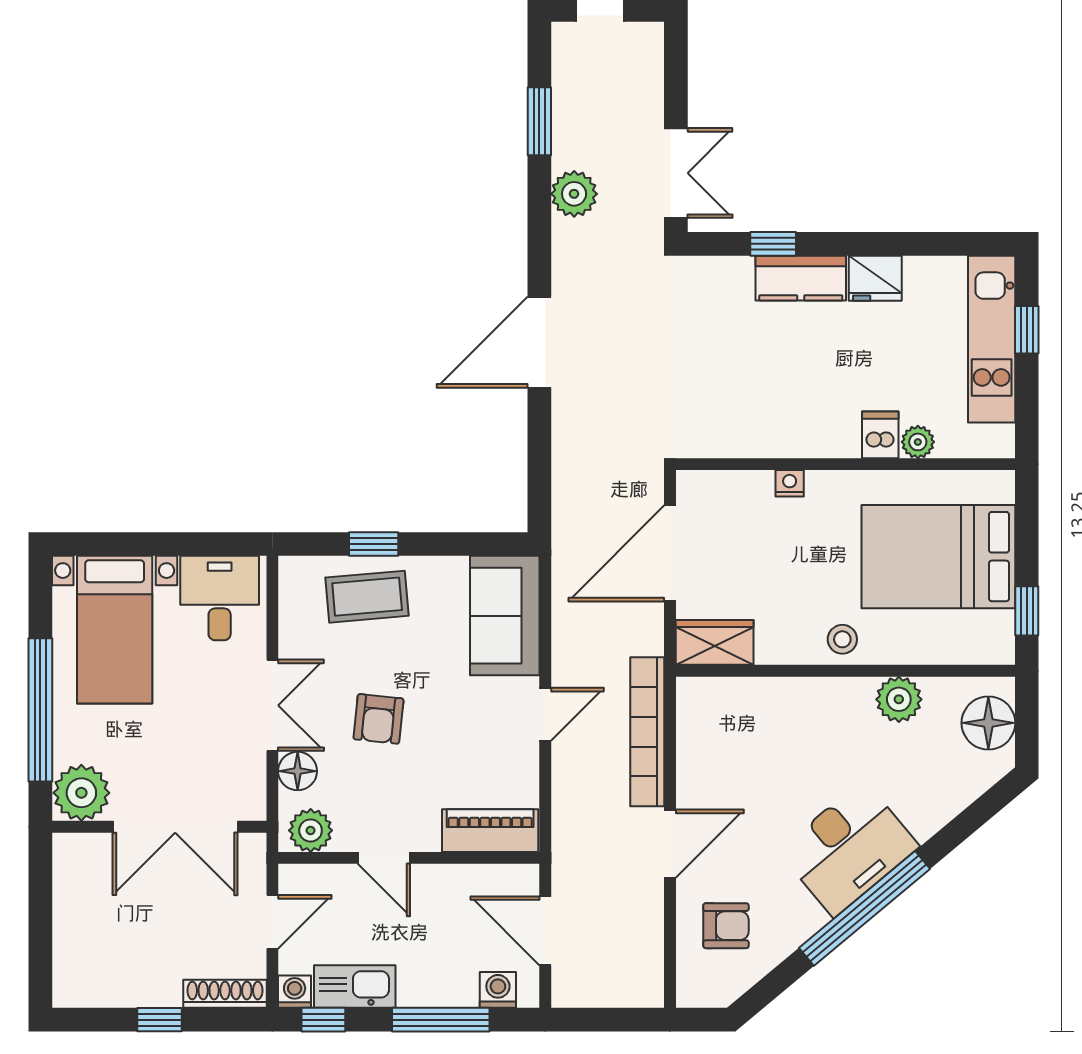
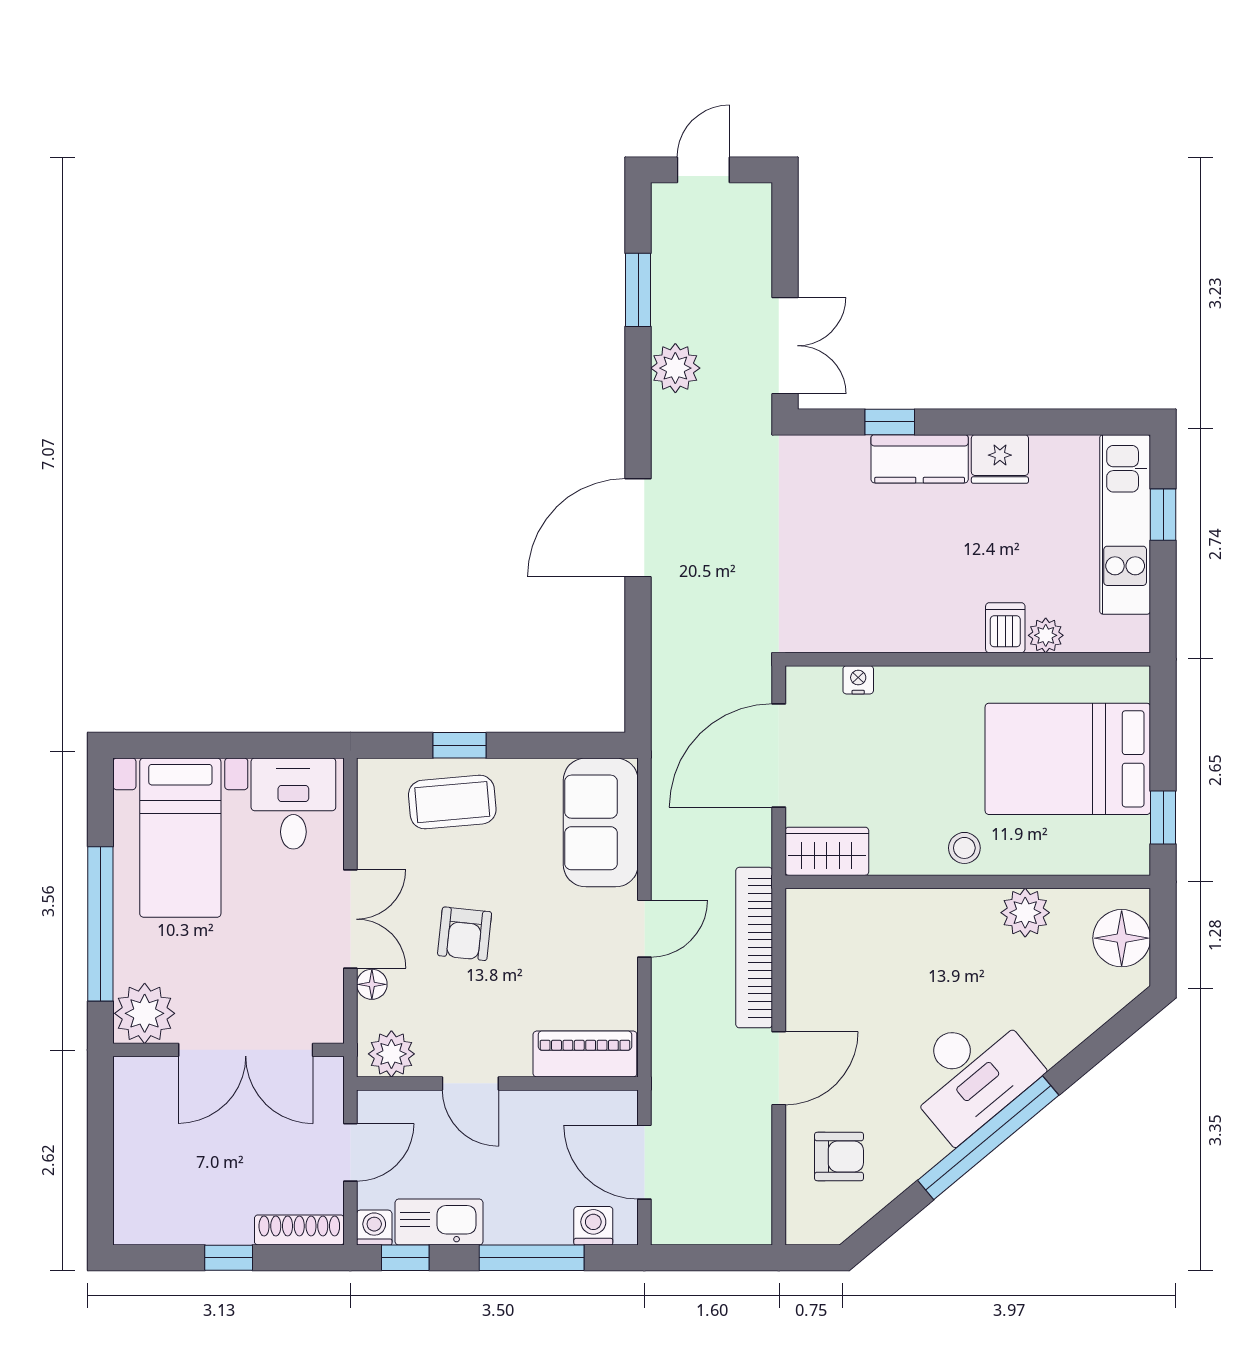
nightstand: (790, 483) -> (858, 680), moved
floor lamp: (298, 771) -> (372, 984), width x0.73, depth x0.73

